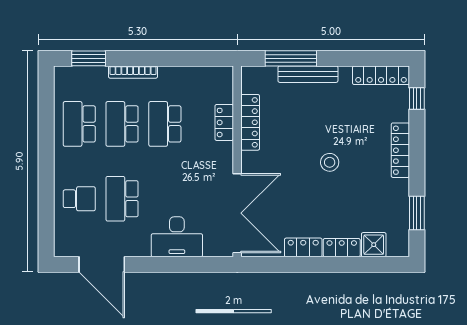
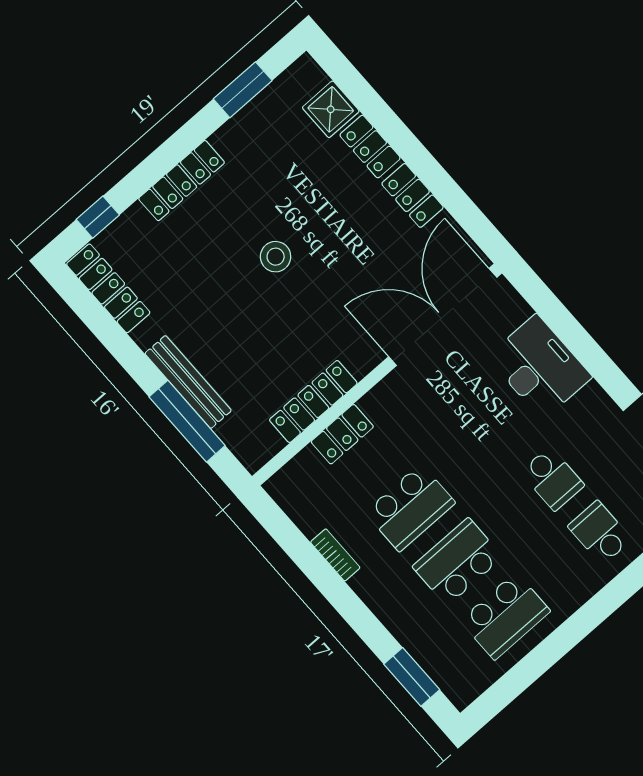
bookcase: (133, 72) -> (335, 555), moved, width x0.64
school desk: (122, 124) -> (458, 562), turned 180
school desk: (122, 199) -> (552, 479), width x0.54

